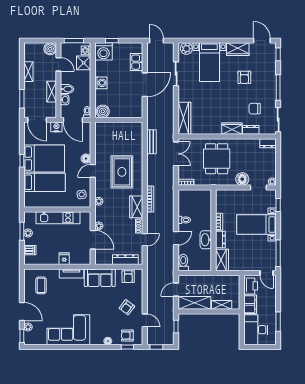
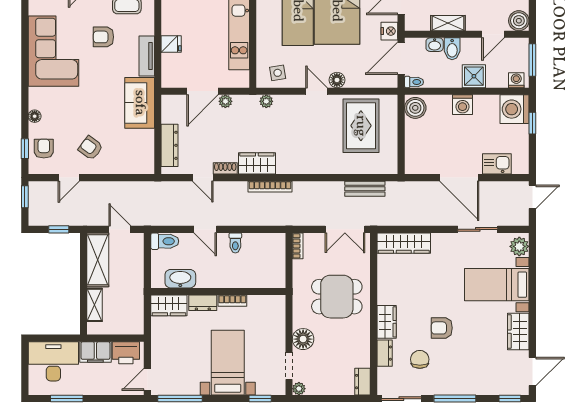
shower: (84, 63) -> (474, 76), moved
armchair: (244, 77) -> (442, 328), moved
rug: (122, 172) -> (361, 126), moved, turned 90
washbasin: (206, 240) -> (180, 279), moved
armchair: (128, 277) -> (103, 37), moved

